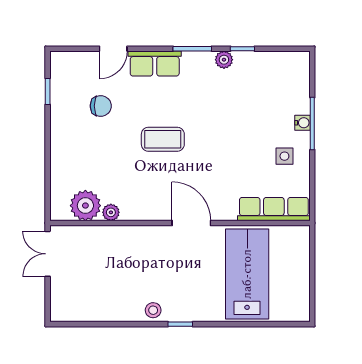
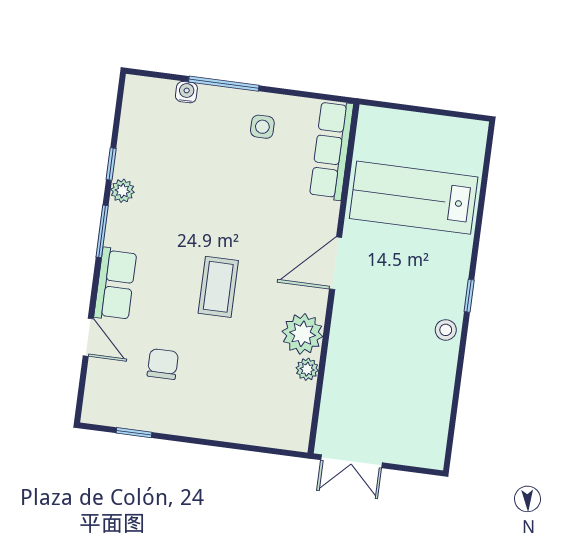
water cooler: (303, 123) -> (186, 92), moved
plant: (85, 206) -> (302, 334), moved

